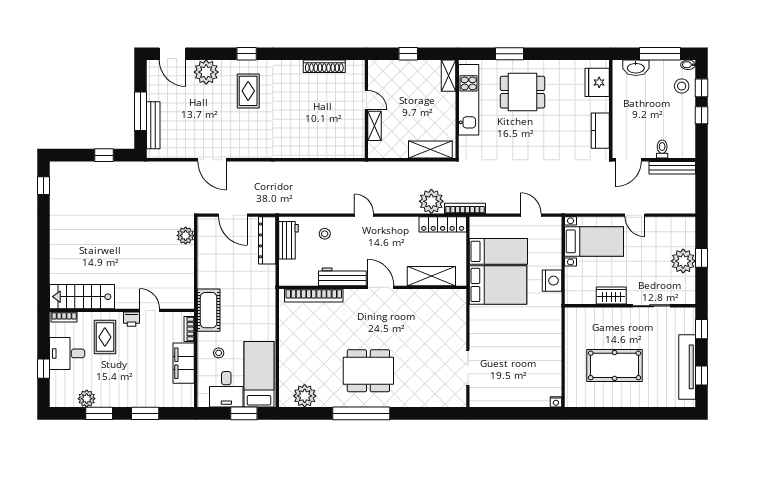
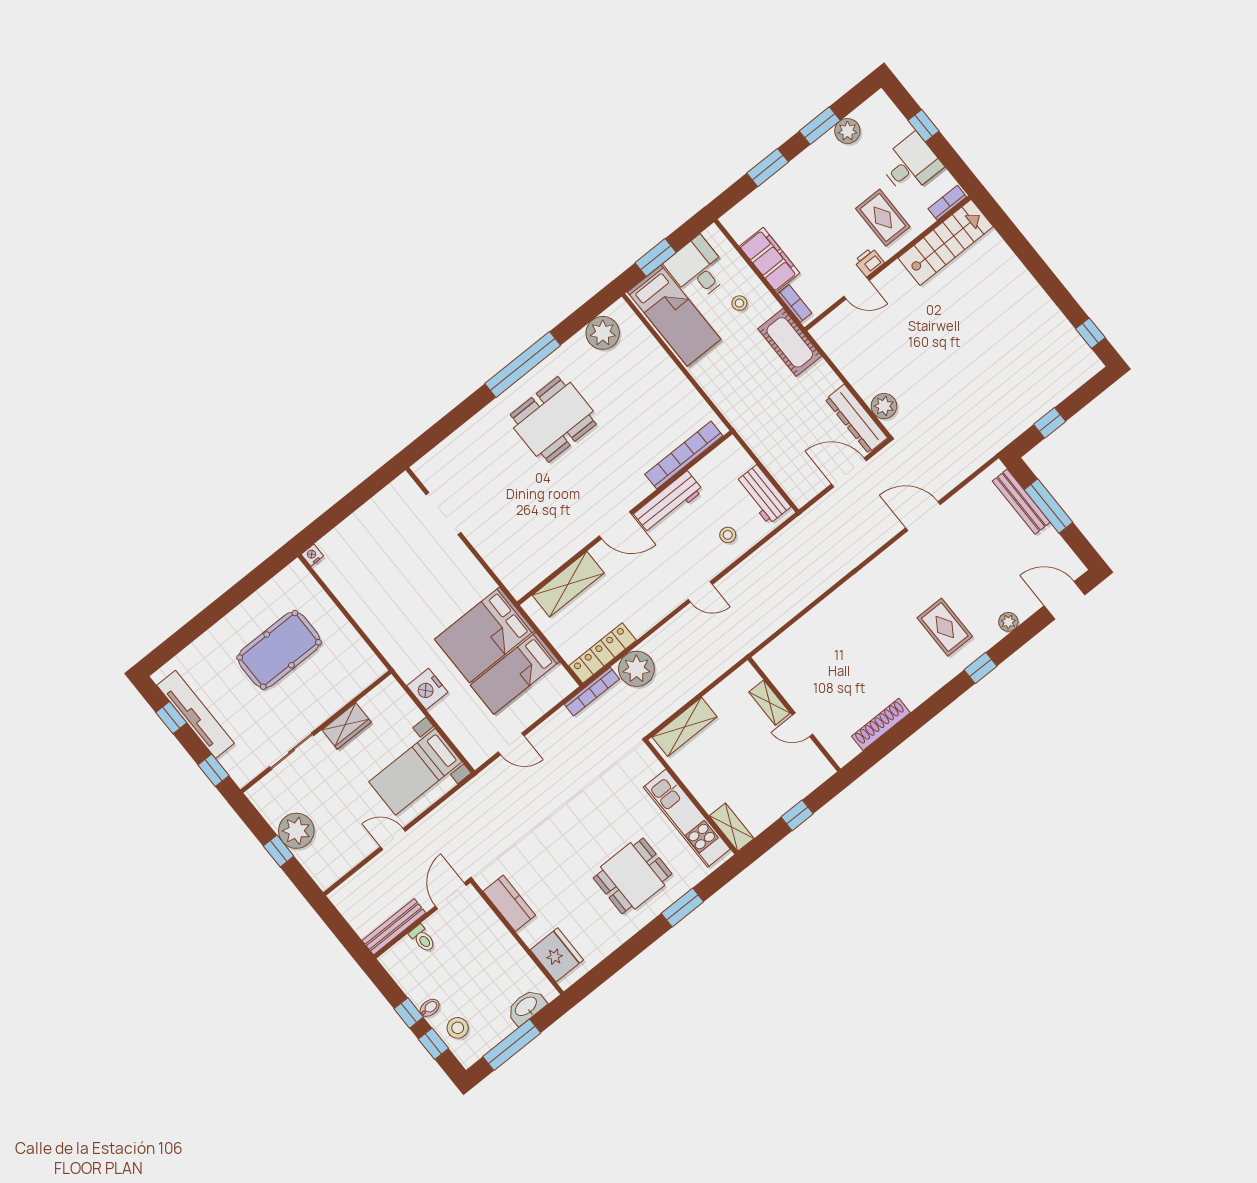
bidet: (688, 65) -> (430, 1008), moved
plant: (206, 72) -> (1008, 622), width x0.53, depth x0.53
dresser: (267, 240) -> (856, 419), moved, turned 180

